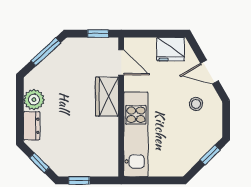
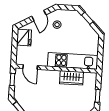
door: (121, 62) -> (30, 67), swing flipped
wardrobe: (107, 97) -> (72, 78), moved

